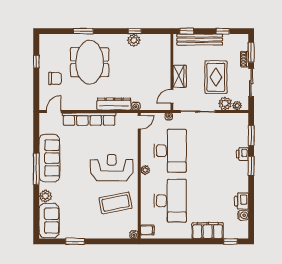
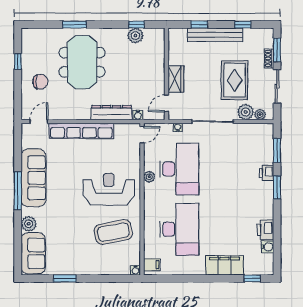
wall: (172, 72) -> (166, 74), moved
wardrobe: (180, 76) -> (176, 79), moved
door: (172, 96) -> (166, 103), moved
plant: (145, 170) -> (149, 177), moved

